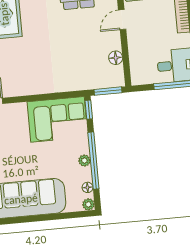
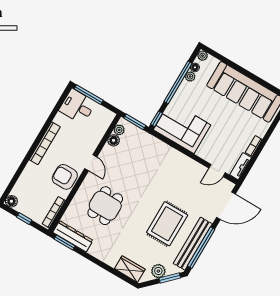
door: (122, 20) -> (91, 163), hinge flipped
plant: (118, 72) -> (119, 130), added
plant: (84, 161) -> (190, 77), moved

